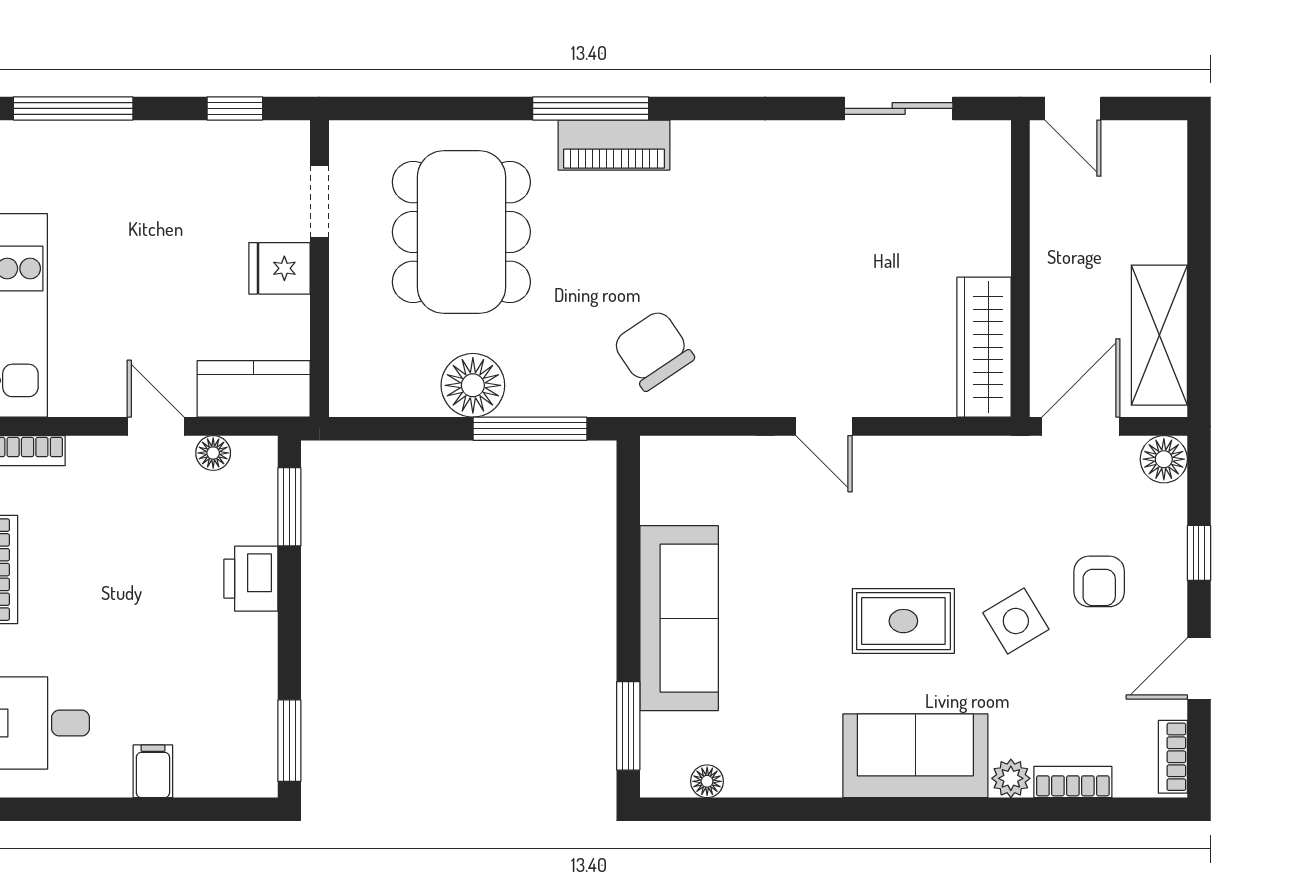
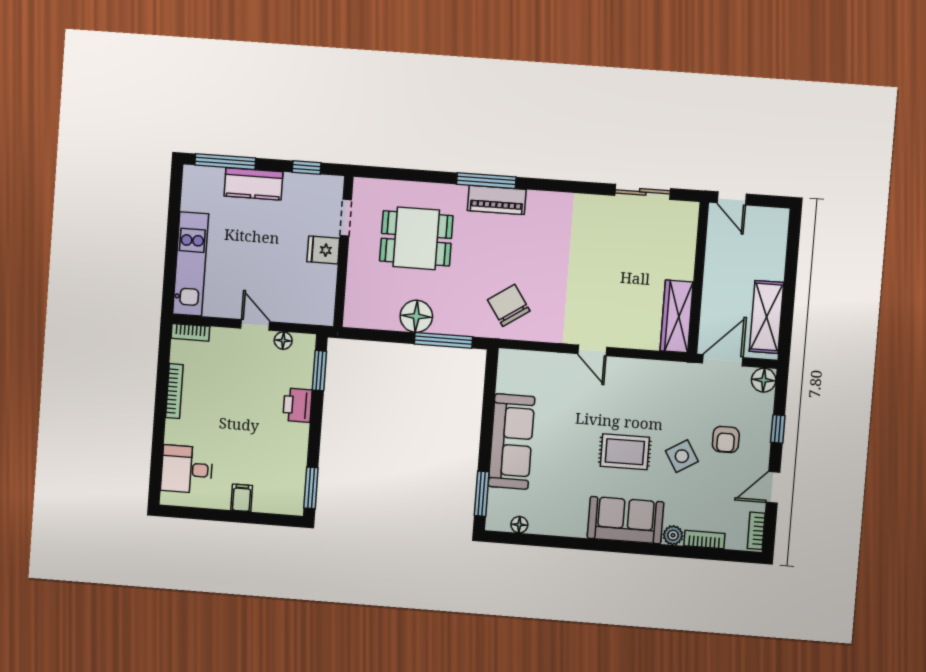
dining table: (461, 232) -> (416, 238), width x0.73
kitchen counter: (254, 389) -> (254, 184), moved, turned 180

